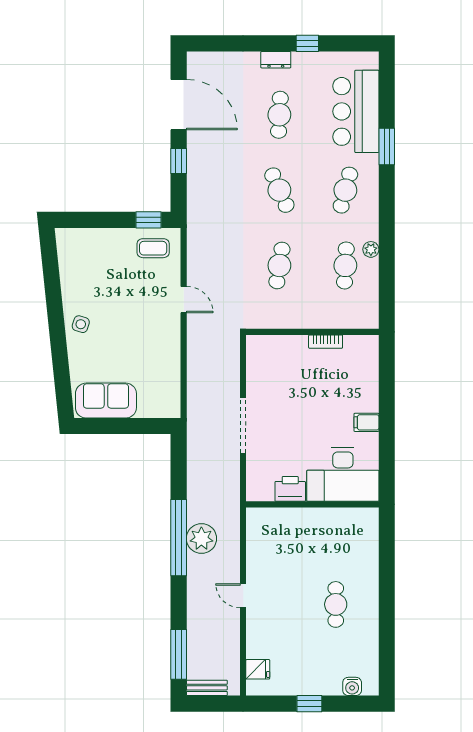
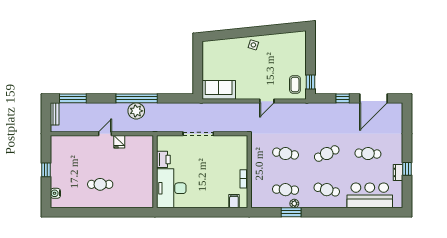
dresser: (276, 60) -> (398, 172), moved
window: (387, 146) -> (291, 212), moved
sofa: (106, 401) -> (219, 90), moved, turned -90
filing cabinet: (366, 422) -> (234, 201), moved
fridge: (258, 669) -> (119, 142), moved

